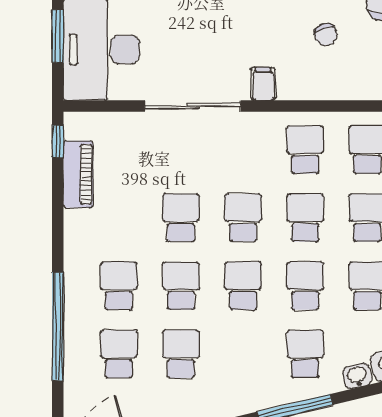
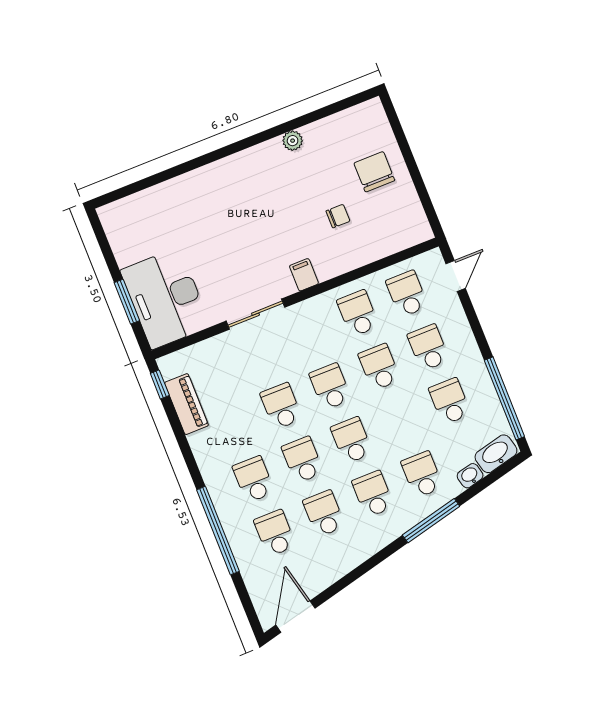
chair: (326, 35) -> (338, 216), turned -66
sliding door: (193, 106) -> (255, 314), width x0.73
school desk: (305, 286) -> (373, 494), moved

